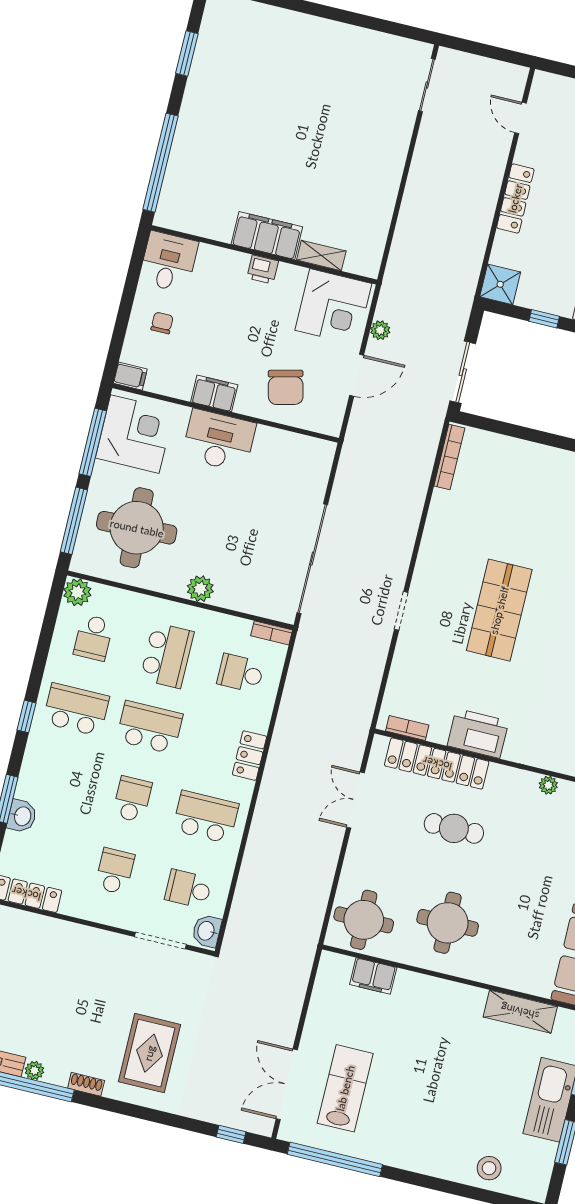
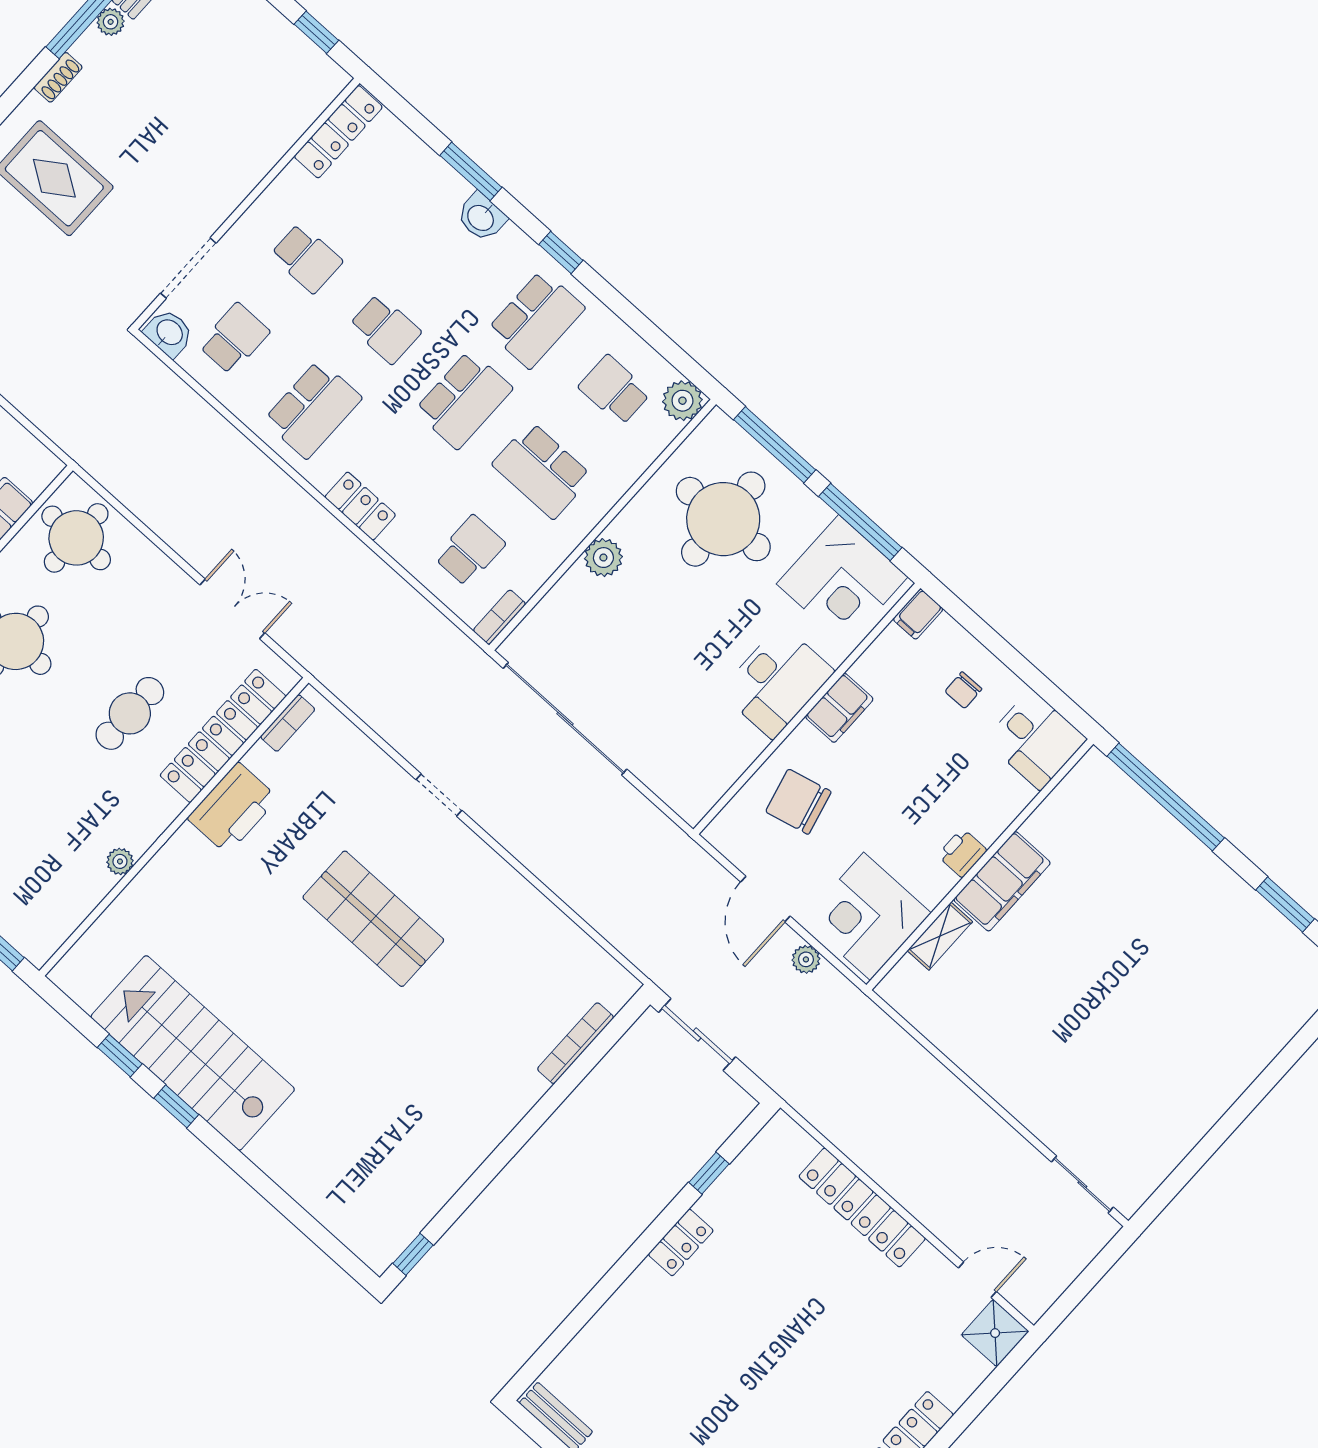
locker: (515, 198) -> (862, 1207), width x1.41, depth x1.21
shower: (500, 284) -> (995, 1333), moved
chair: (162, 323) -> (963, 690), turned 89
bookcase: (449, 457) -> (576, 1043), moved, turned 90
washbasin: (22, 816) -> (481, 217), moved

